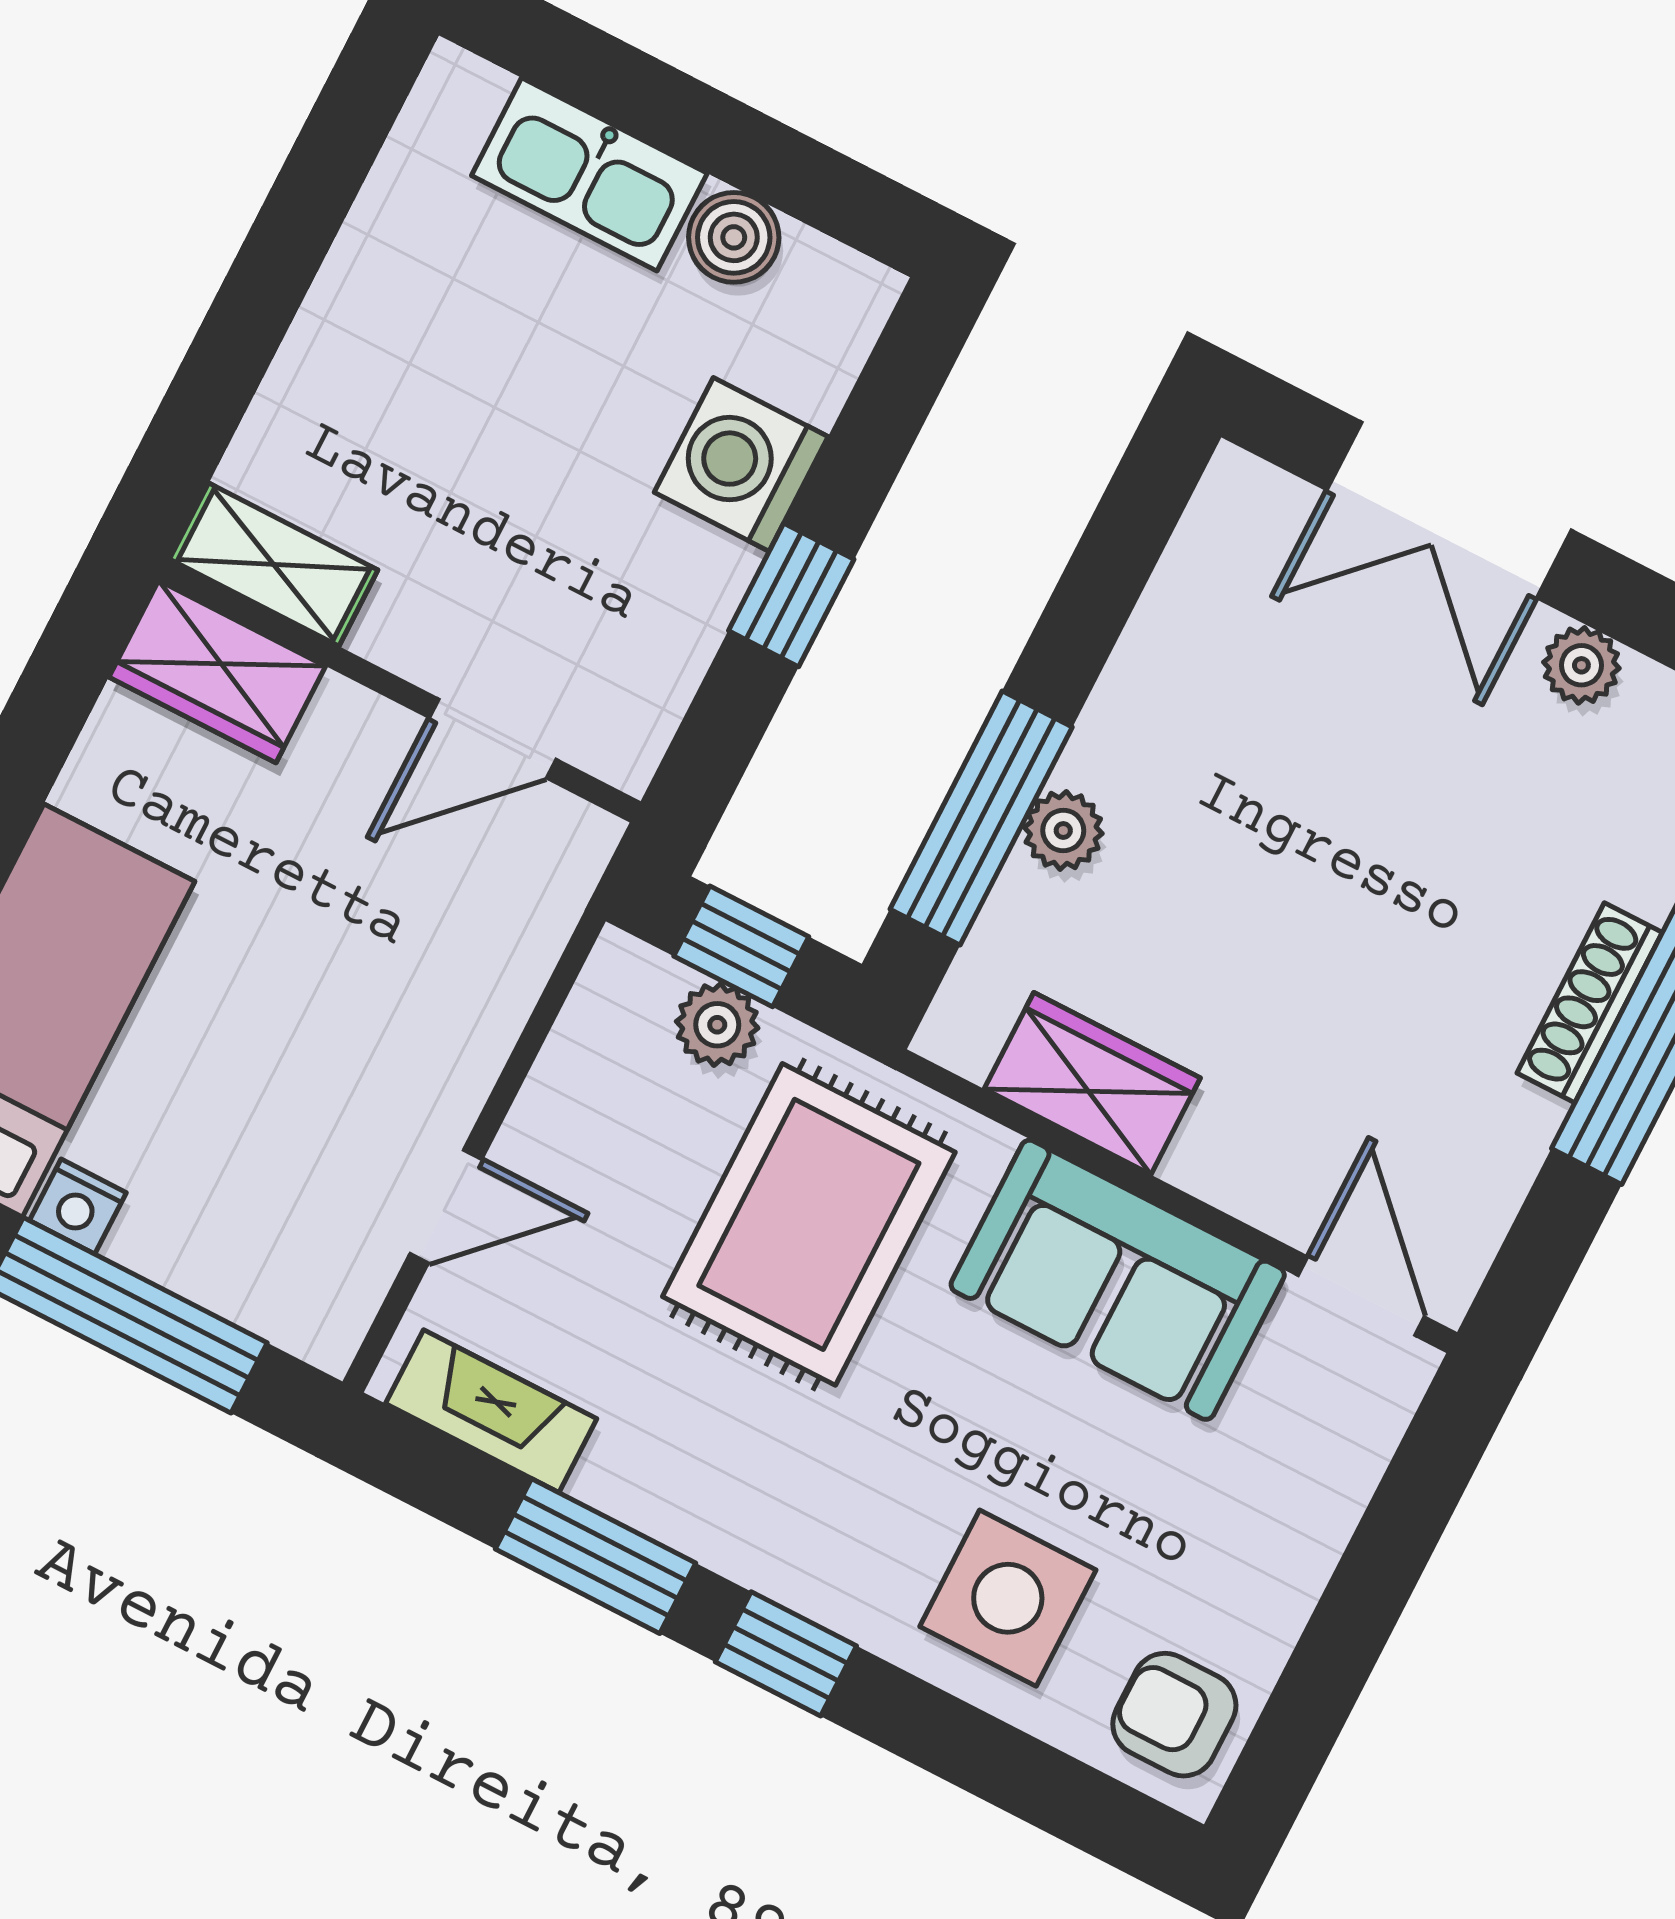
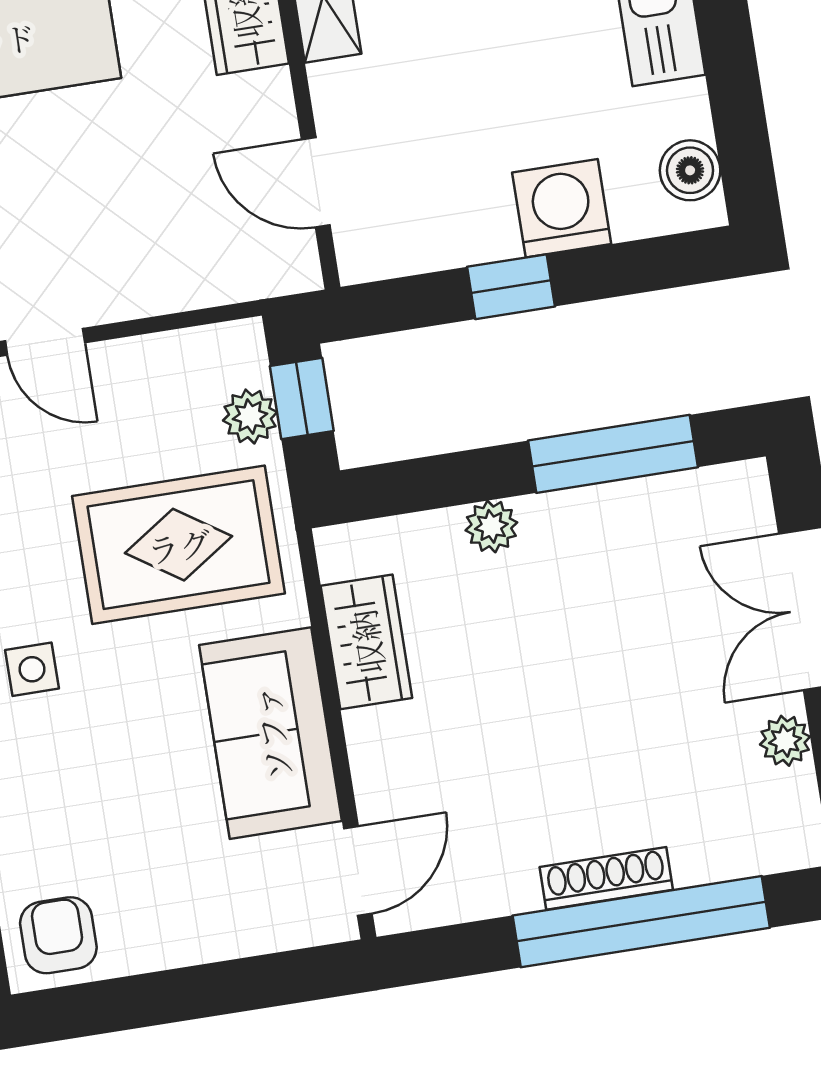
boiler: (734, 237) -> (690, 170), moved
window: (981, 818) -> (613, 454), moved
side table: (1008, 1598) -> (32, 669), moved, width x0.54, depth x0.54

